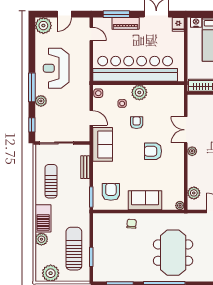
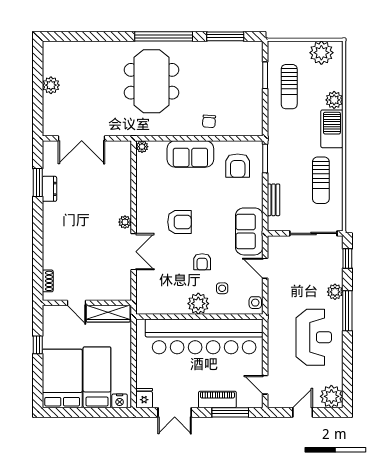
plant: (194, 193) -> (123, 164), removed
sun lounger: (74, 249) -> (289, 87), width x0.73, depth x0.75

